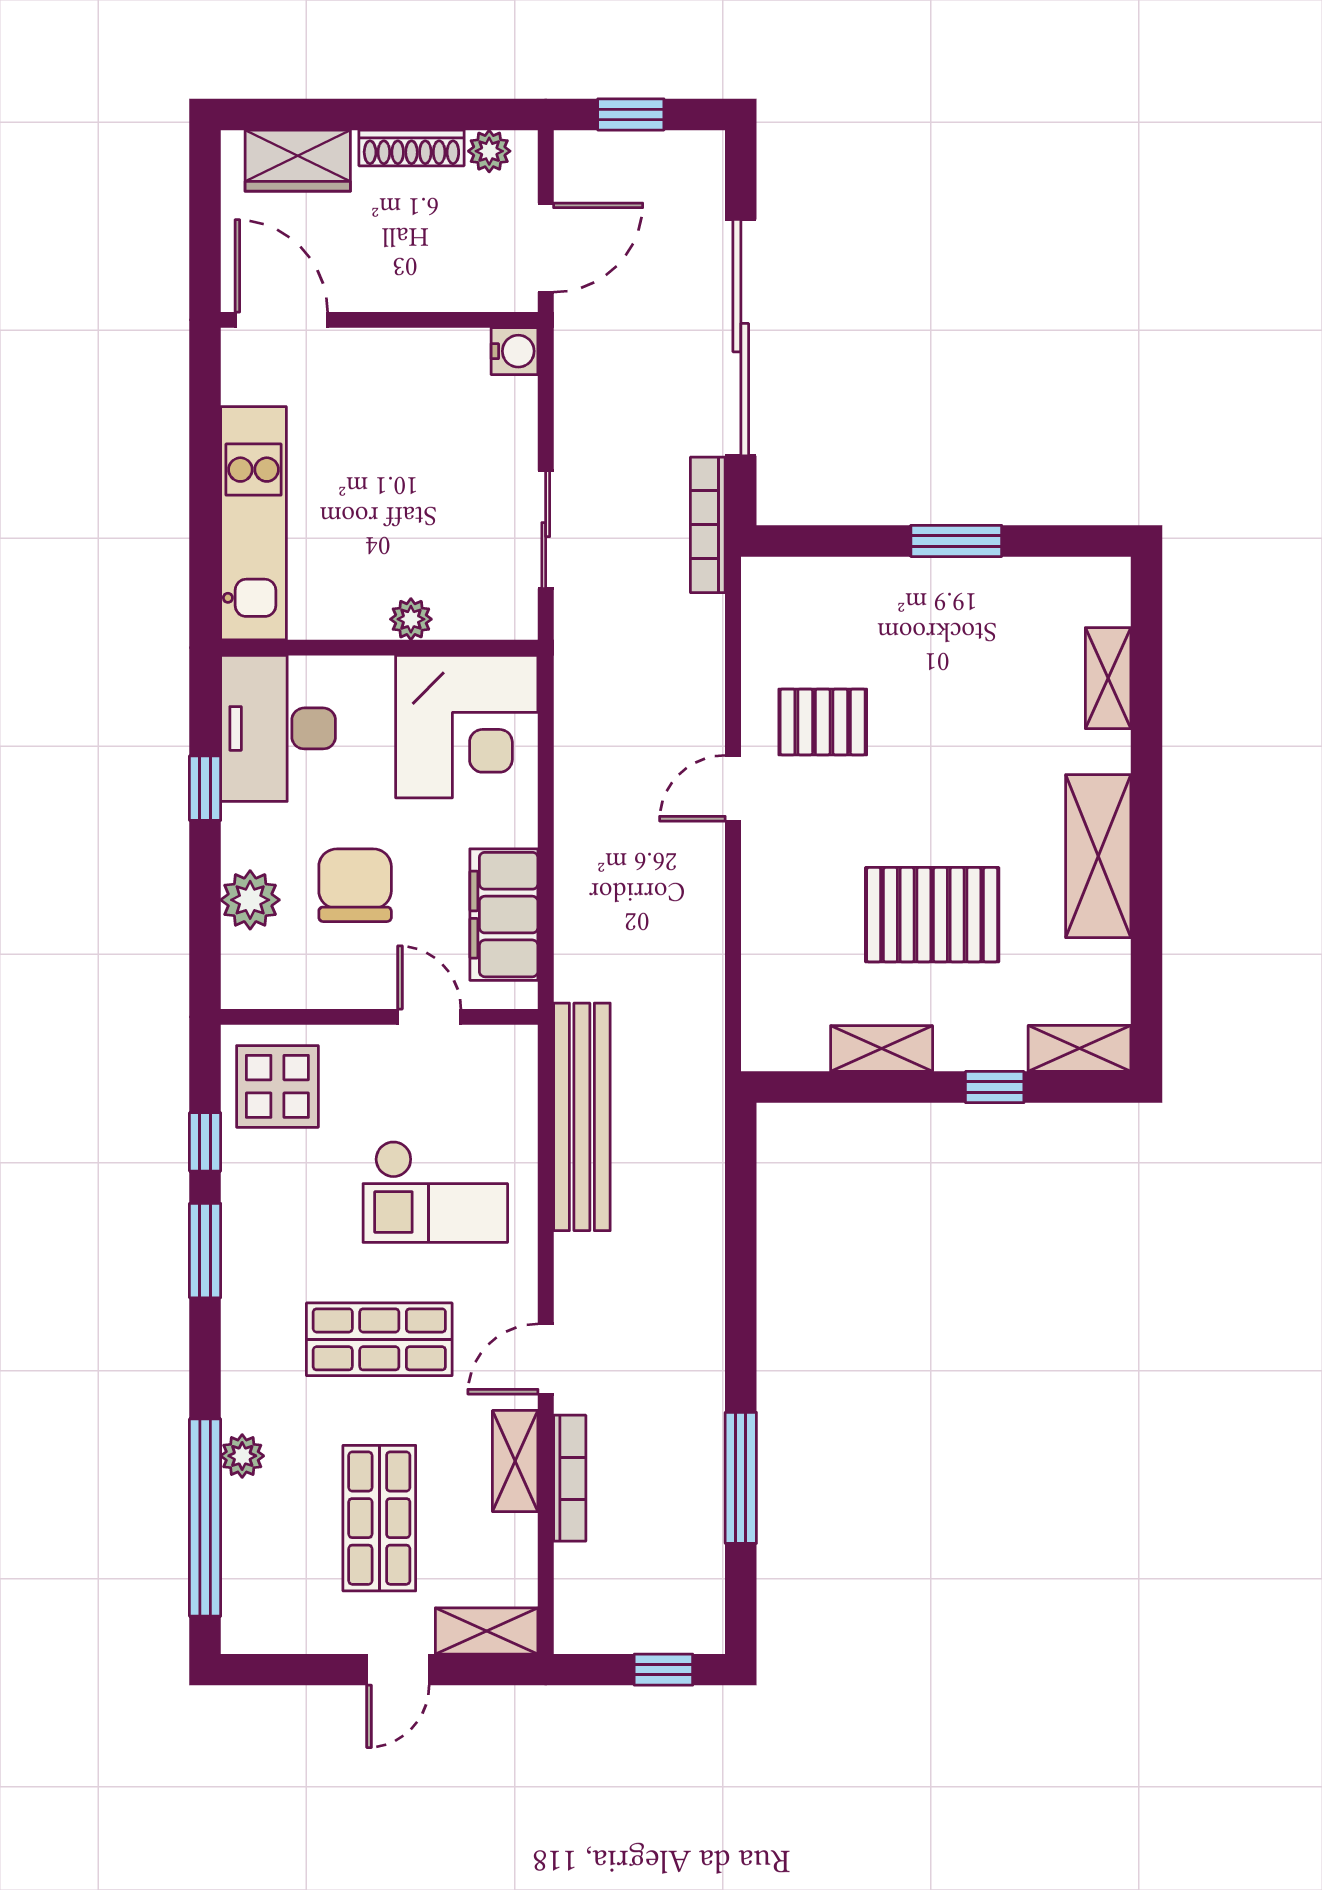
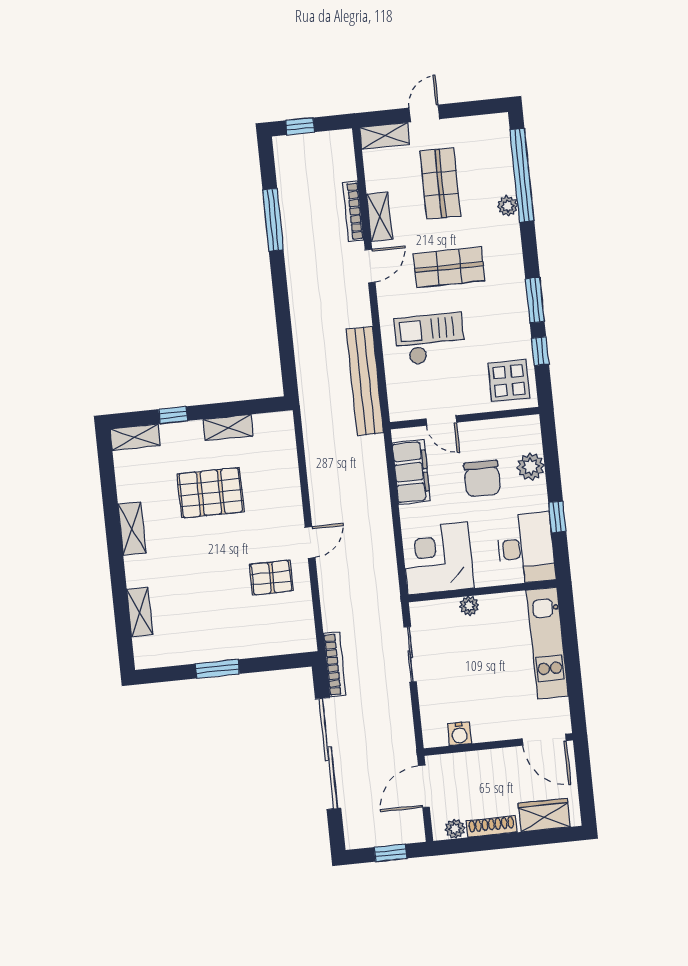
water cooler: (515, 351) -> (459, 734), moved, turned -90
shelving: (1098, 856) -> (132, 529), width x0.67, depth x0.75

